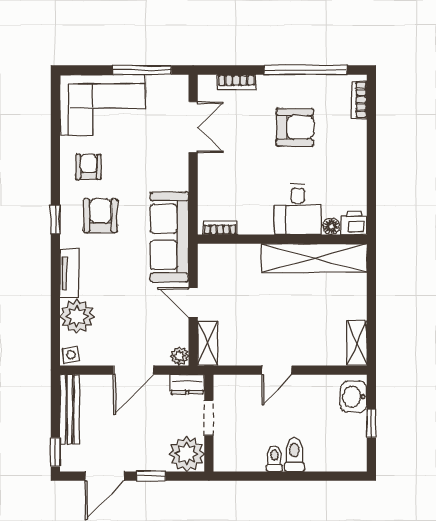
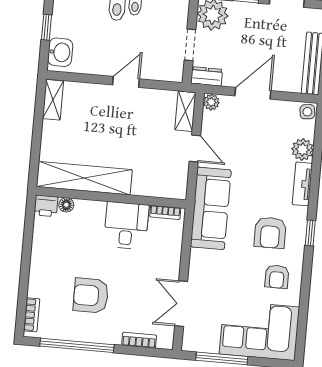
desk: (298, 209) -> (126, 225), moved
plant: (77, 317) -> (303, 150), width x0.73, depth x0.73

